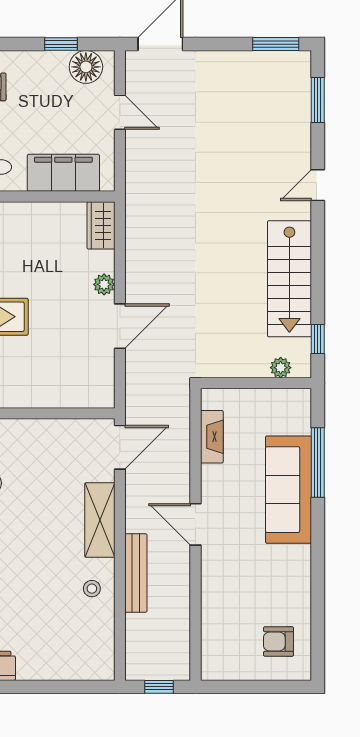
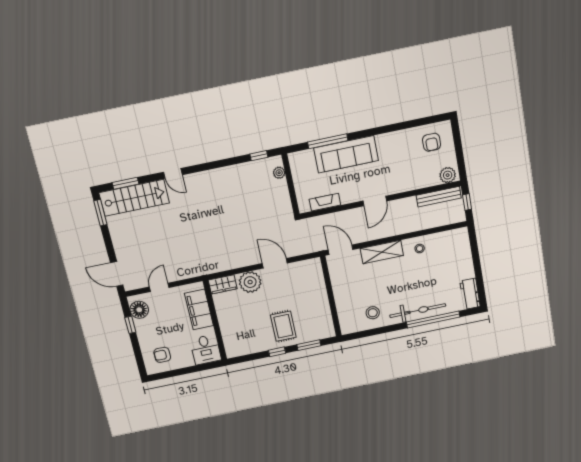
stairs: (289, 279) -> (134, 198), moved
plant: (104, 284) -> (250, 282), width x1.88, depth x1.88
bench: (136, 573) -> (439, 197), moved
plant: (215, 660) -> (448, 175), added

